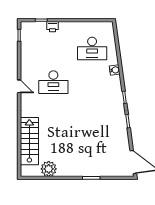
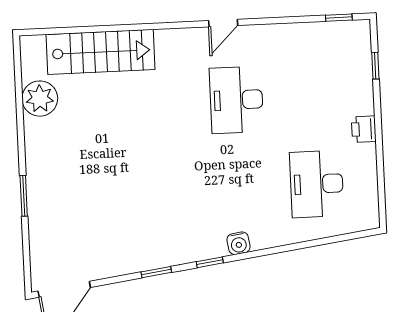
printer: (52, 27) -> (364, 129), moved
water cooler: (115, 70) -> (239, 243), moved

